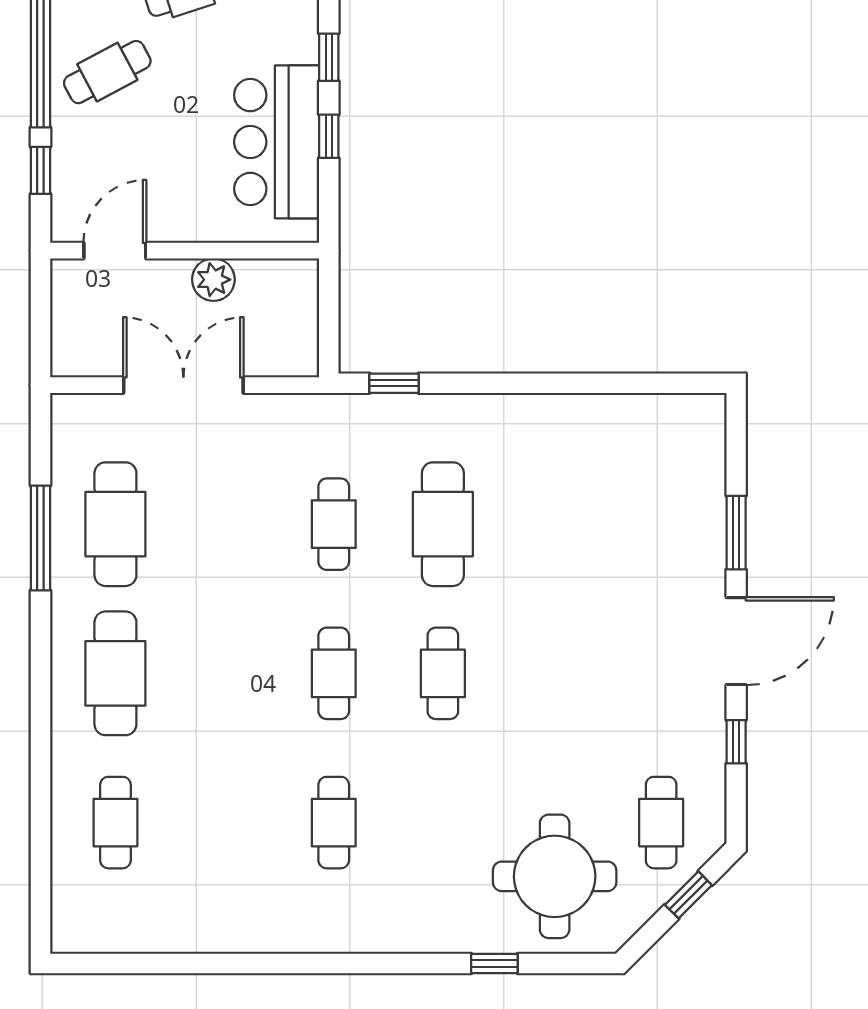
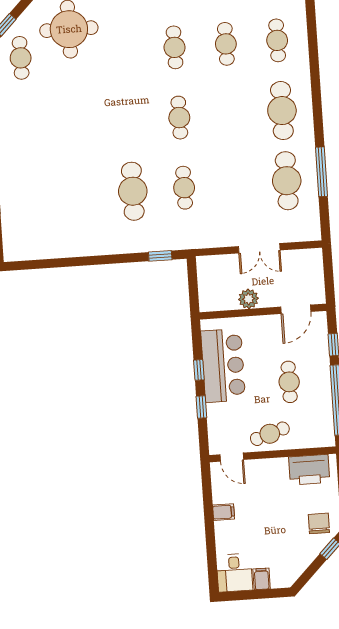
cafe table: (107, 72) -> (289, 382), moved, turned -62
double door: (183, 385) -> (259, 248), width x0.73
cafe table: (443, 673) -> (226, 44), moved

